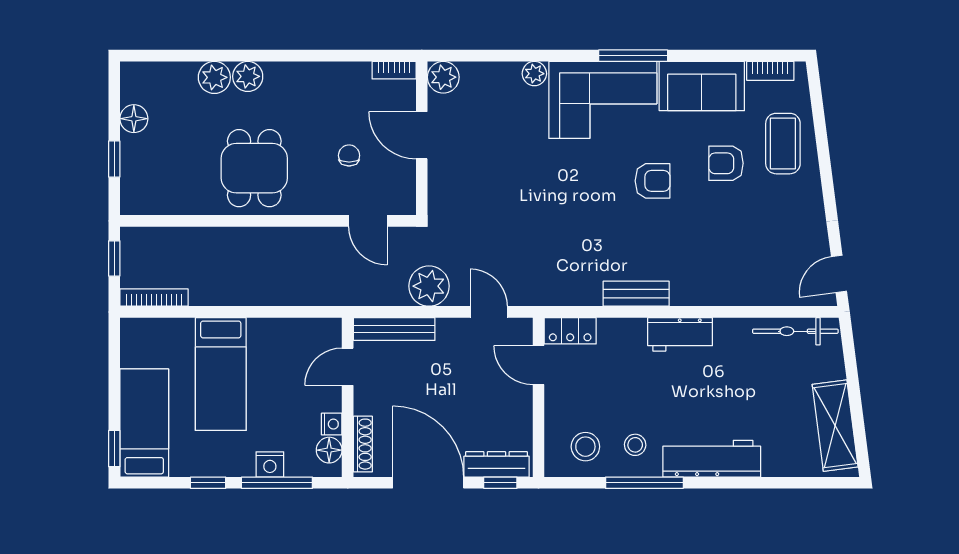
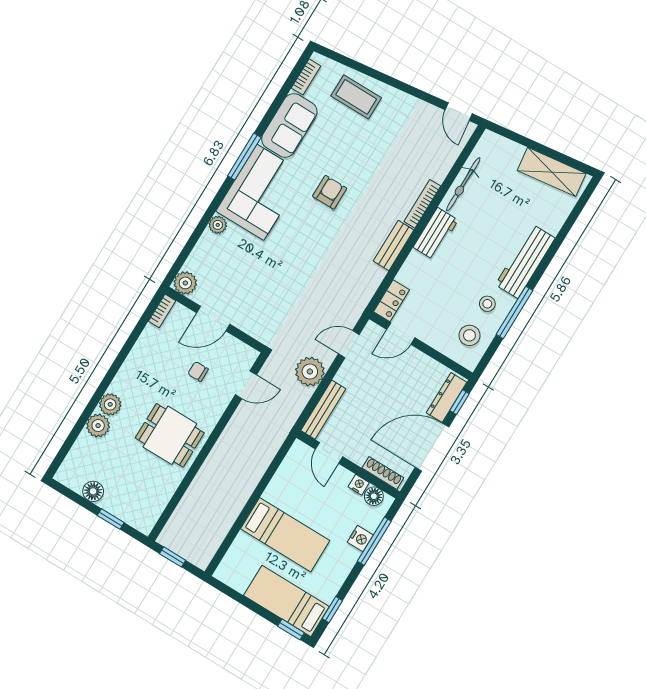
armchair: (726, 163) -> (347, 140), removed
bookcase: (154, 298) -> (422, 204), moved
bicycle: (795, 331) -> (463, 184), moved
window: (208, 483) -> (332, 610), moved

